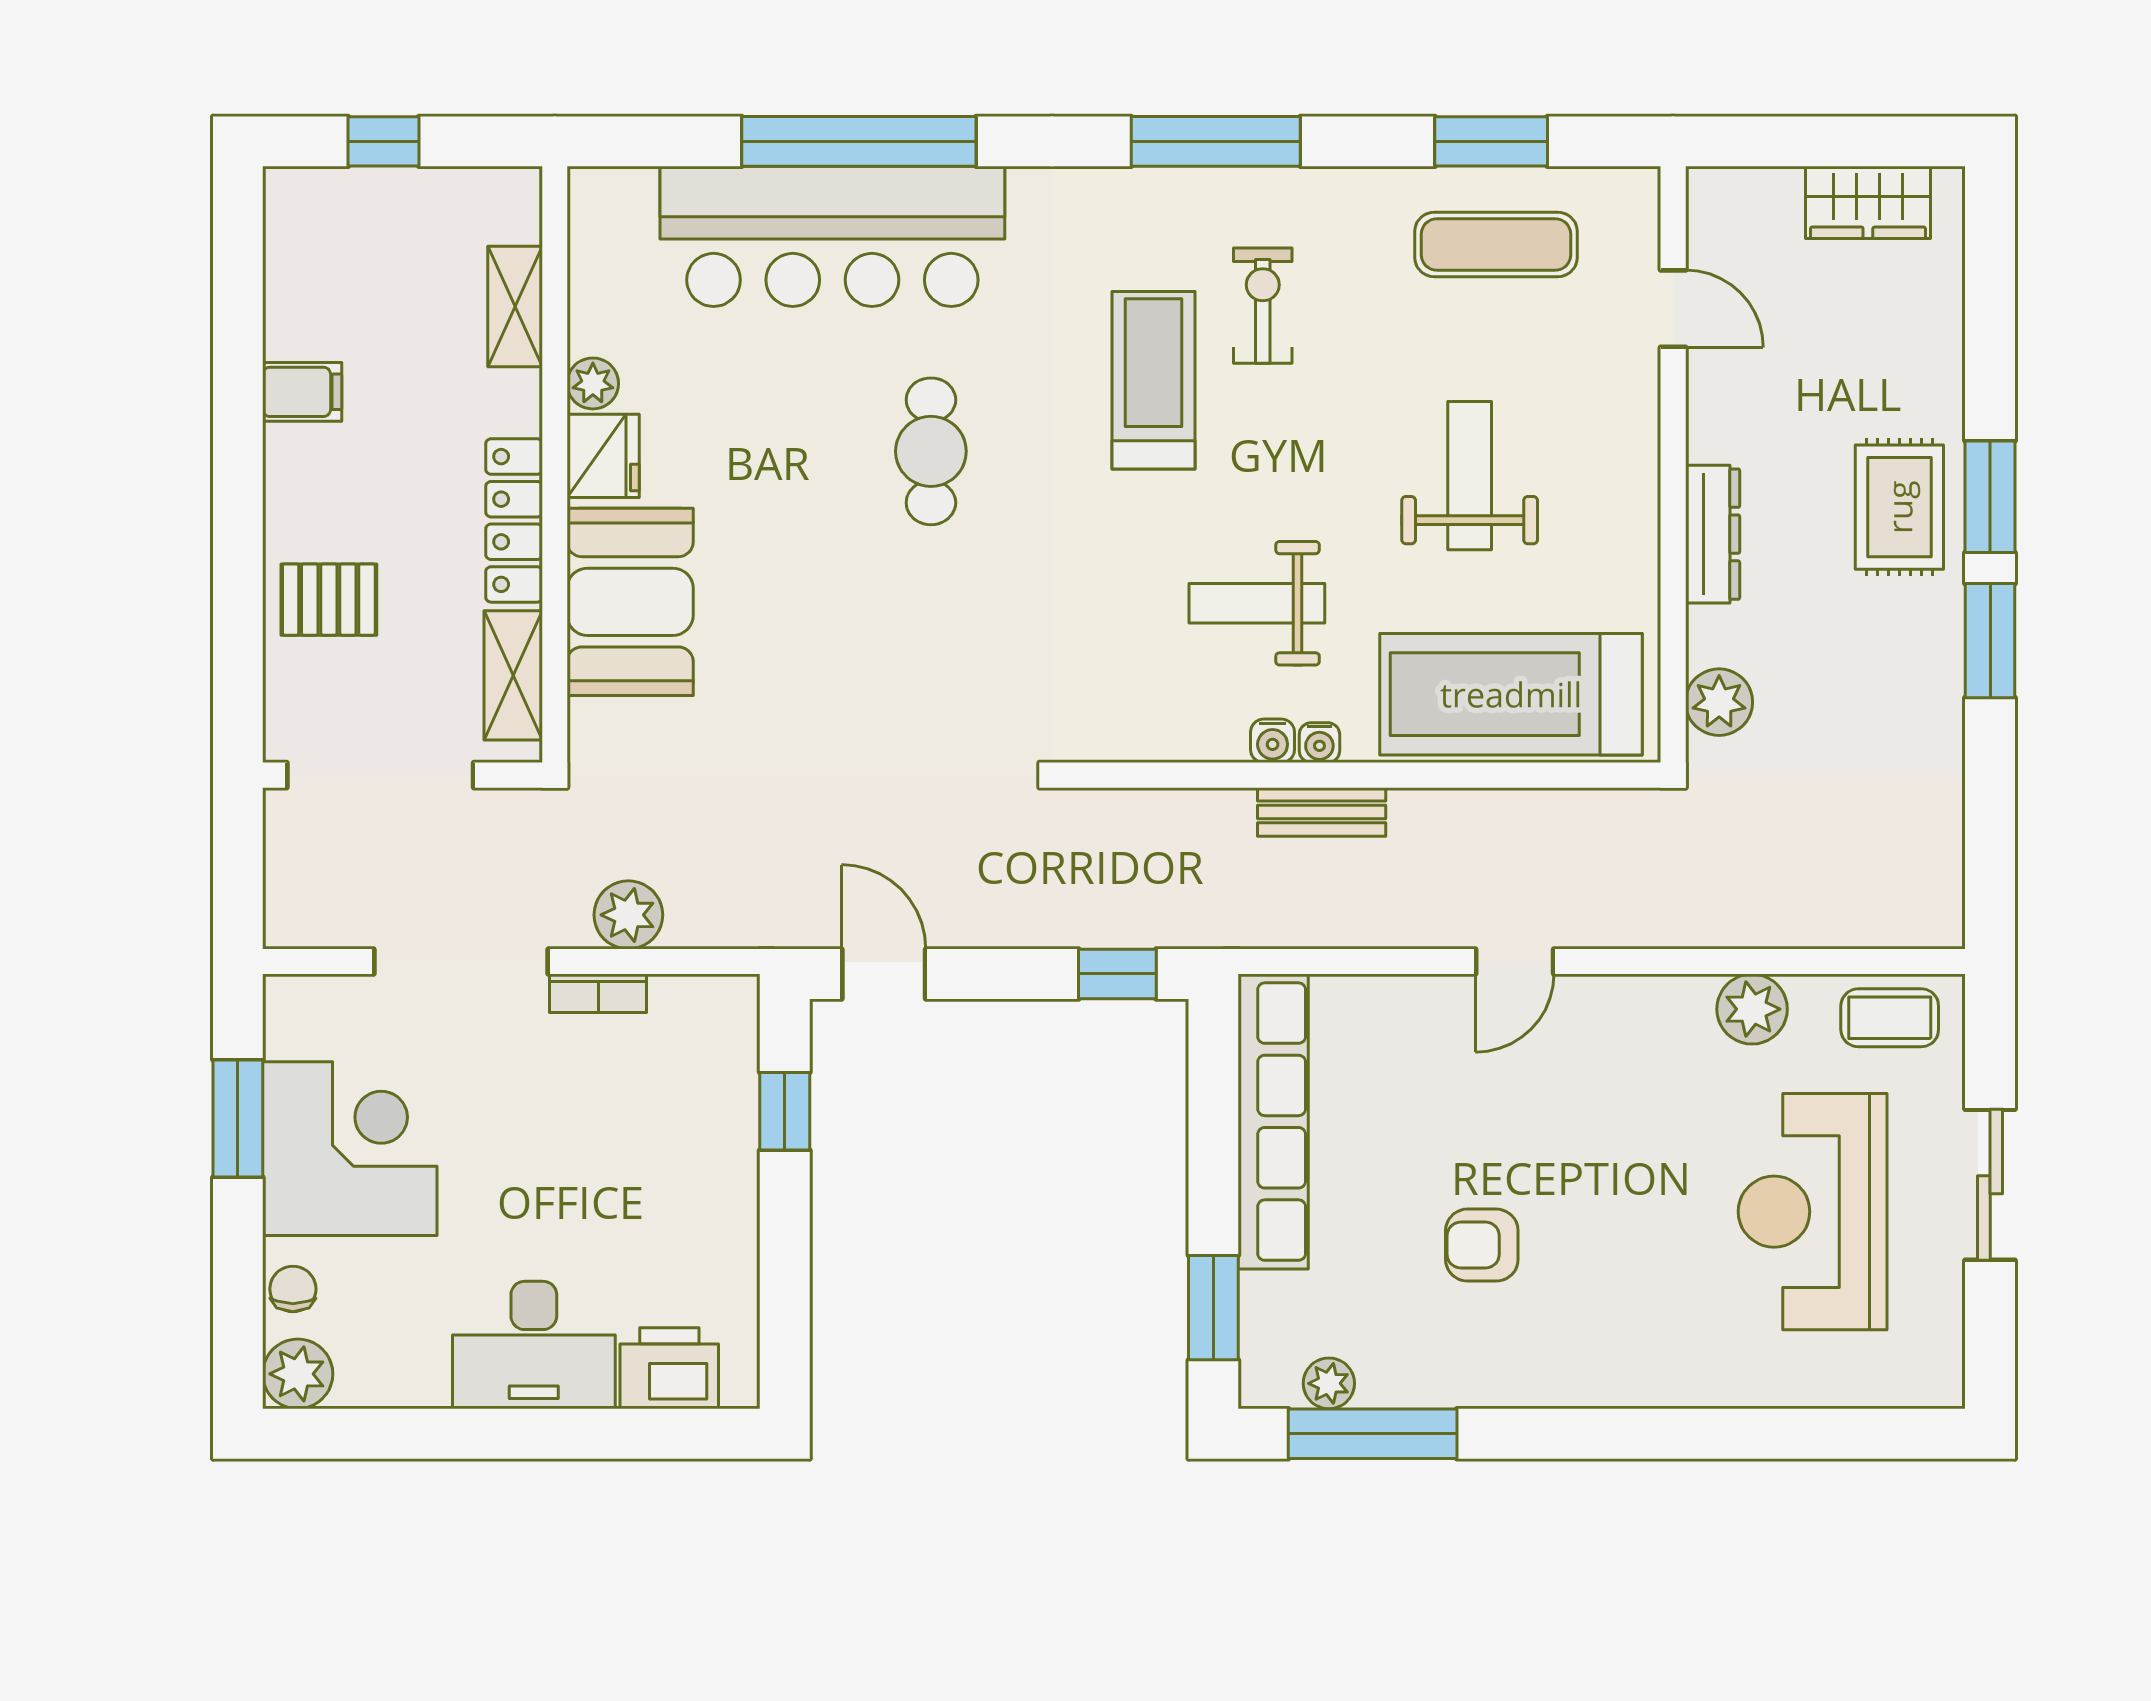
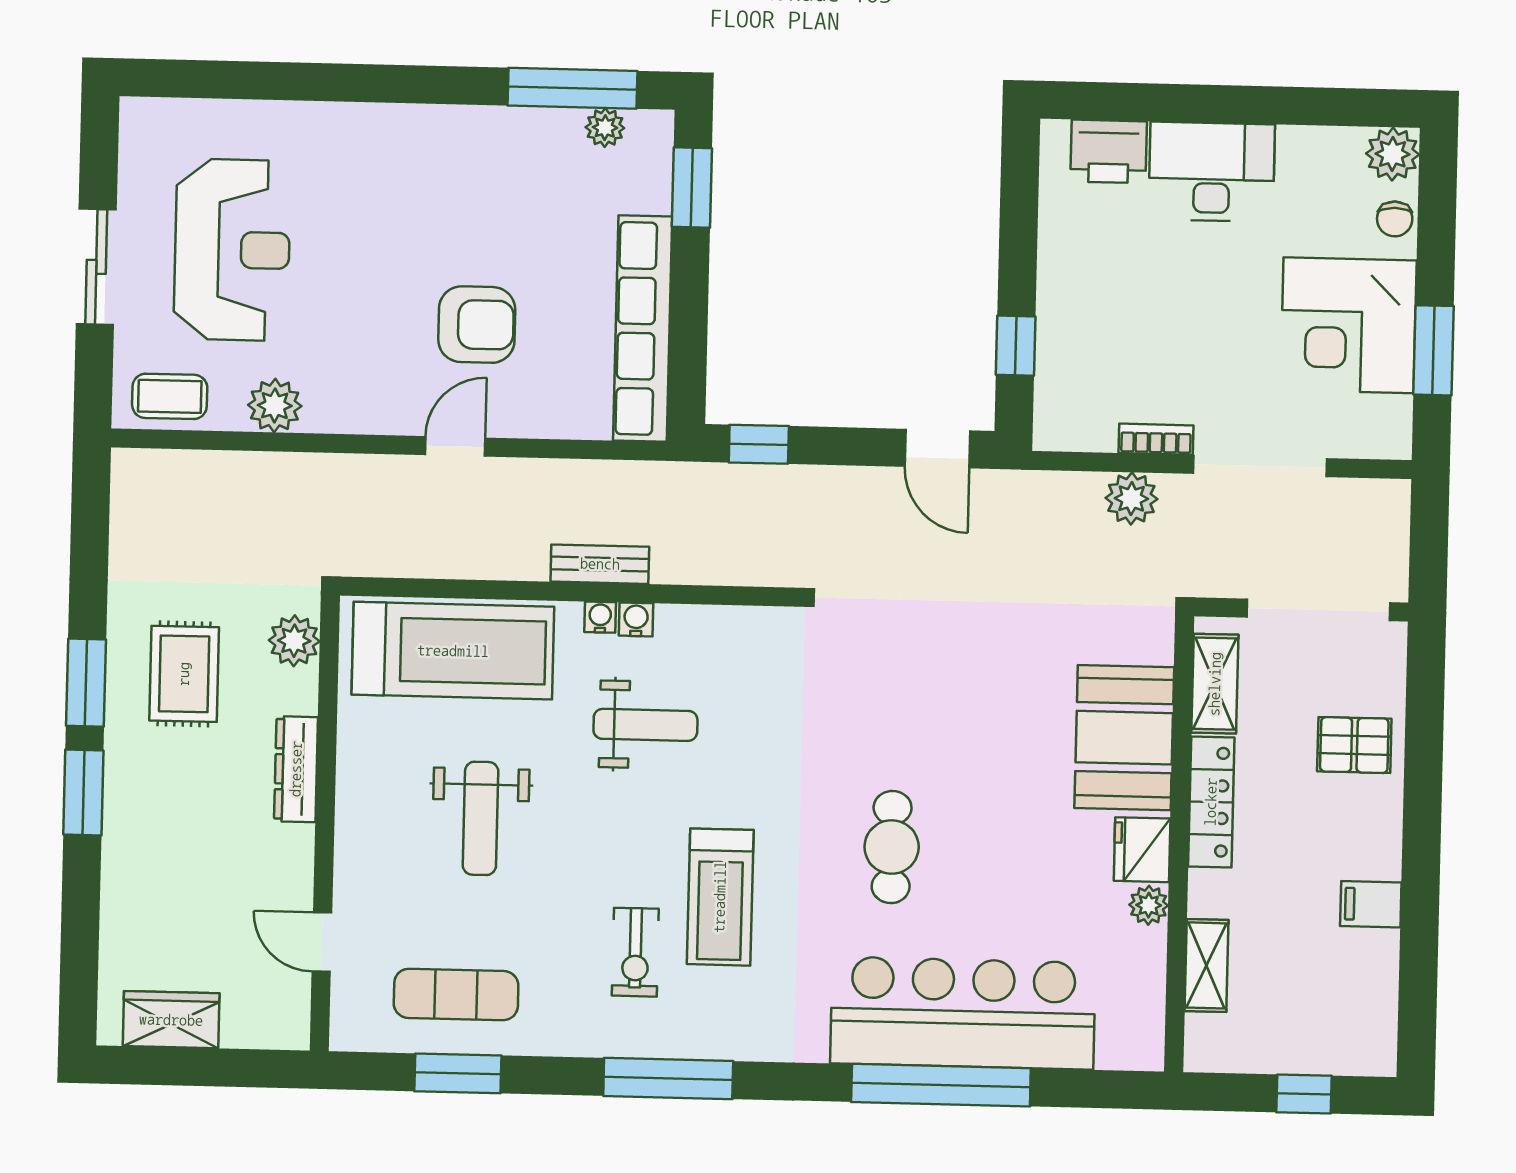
rug: (1899, 507) -> (184, 674), moved
armchair: (1482, 1245) -> (477, 325), moved, width x1.38, depth x1.38

